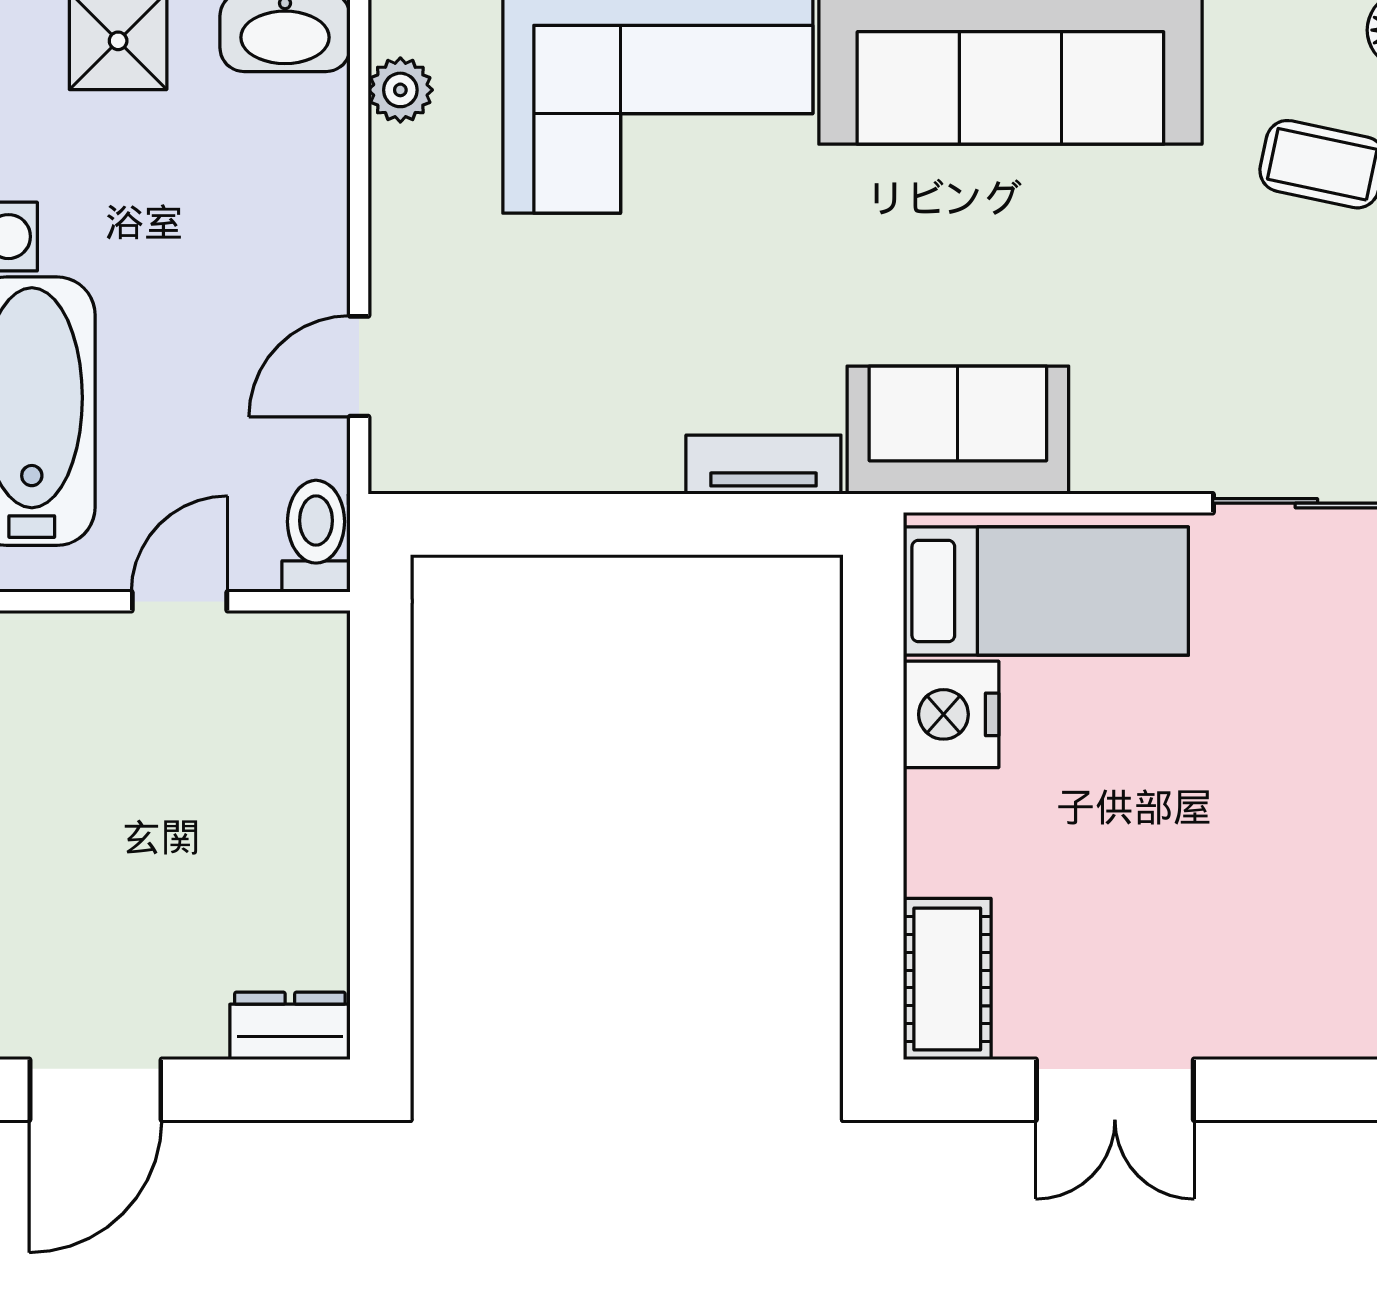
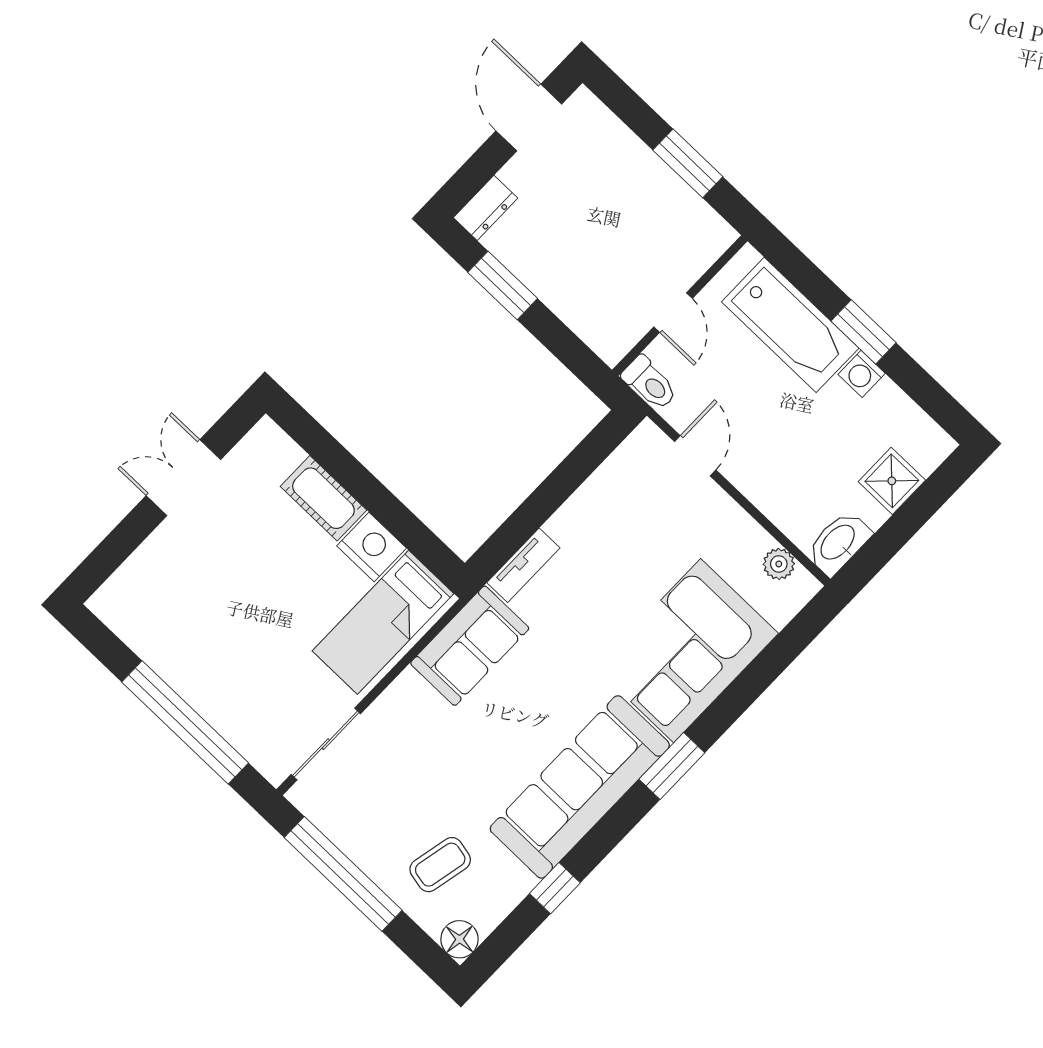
window: (380, 891) -> (503, 285), added
cot: (947, 979) -> (323, 498), moved

